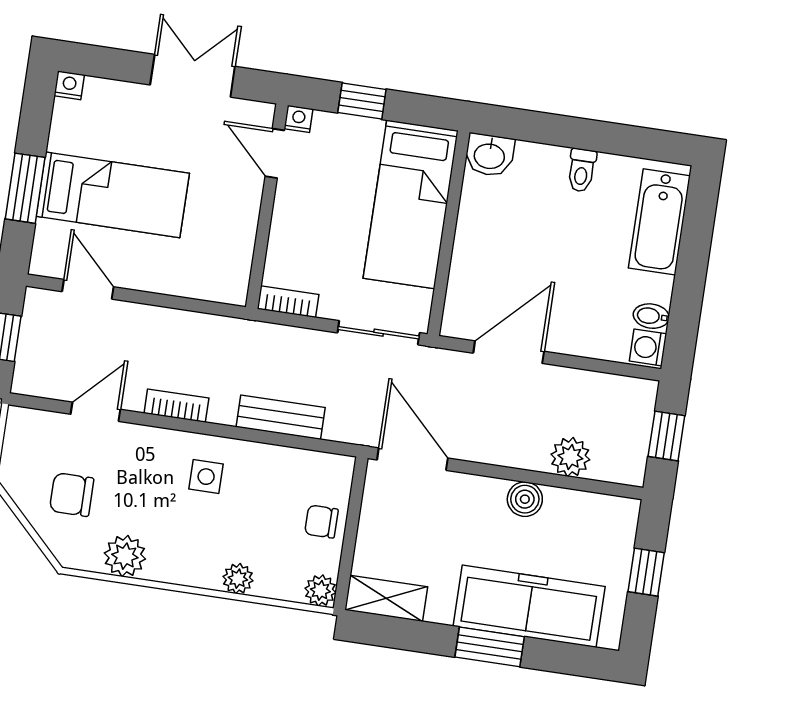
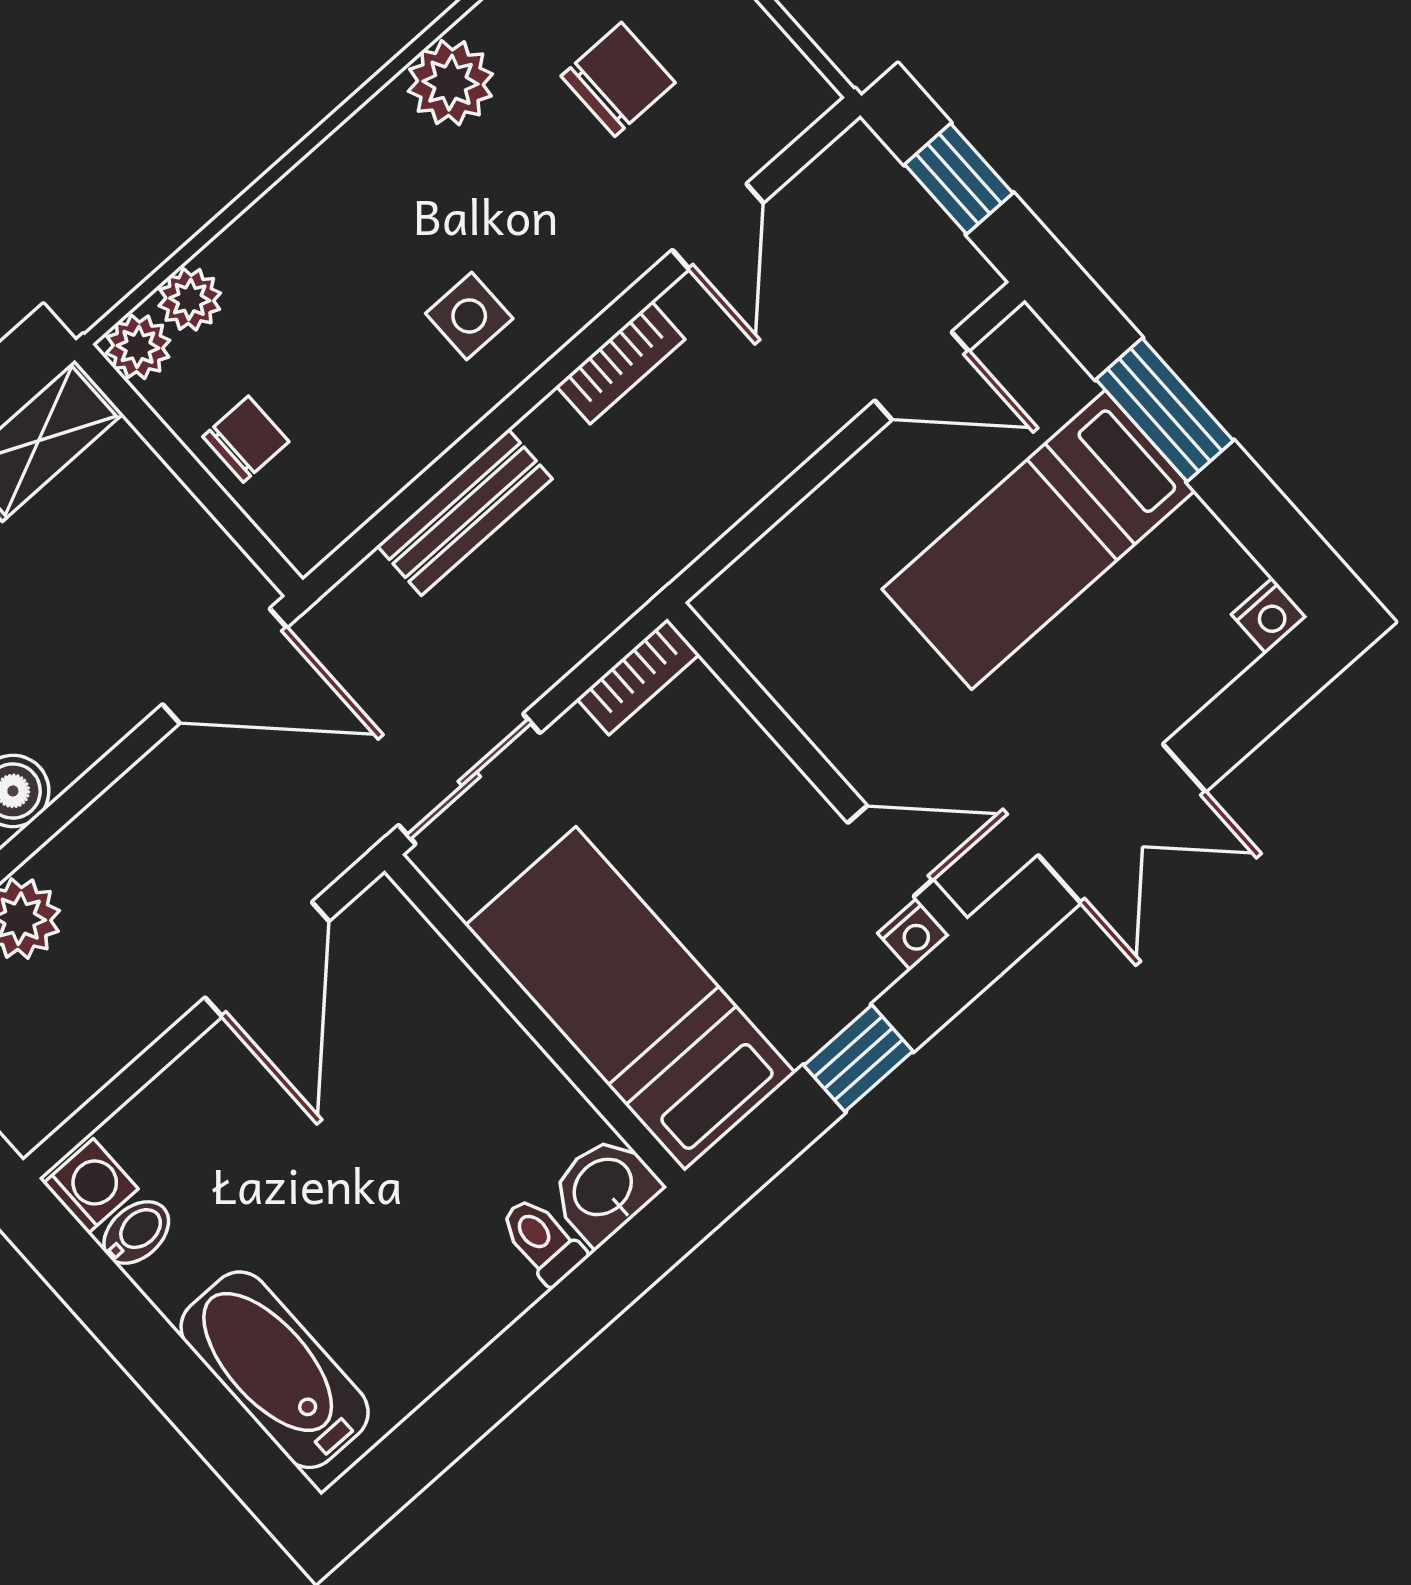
toilet: (582, 170) -> (542, 1241), moved
plant: (238, 579) -> (190, 299), moved

